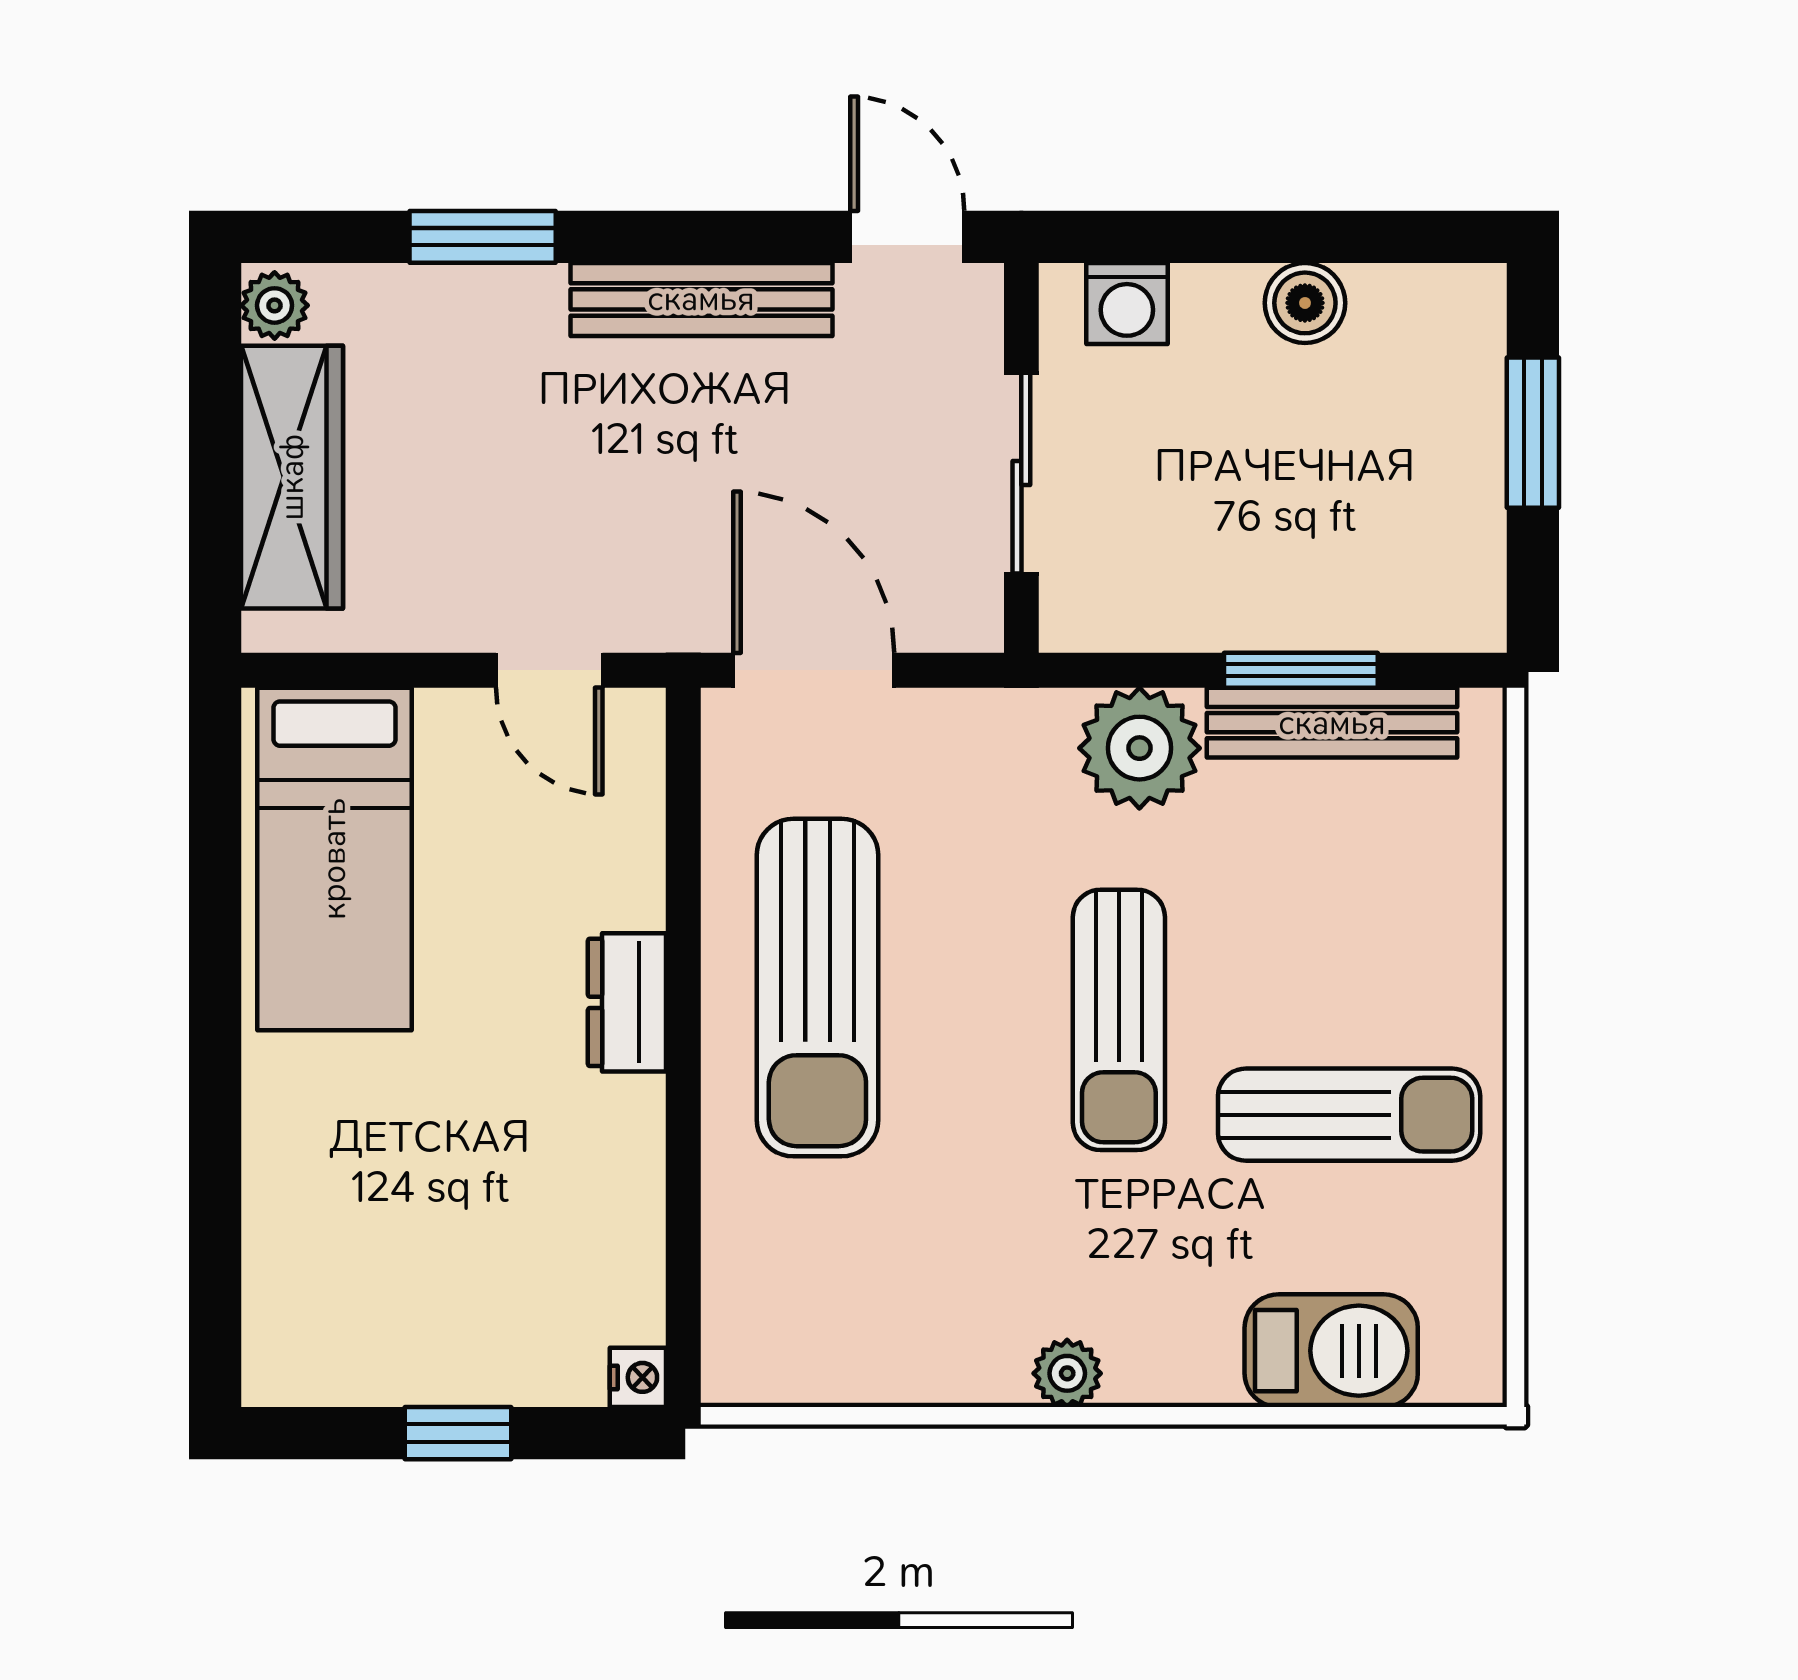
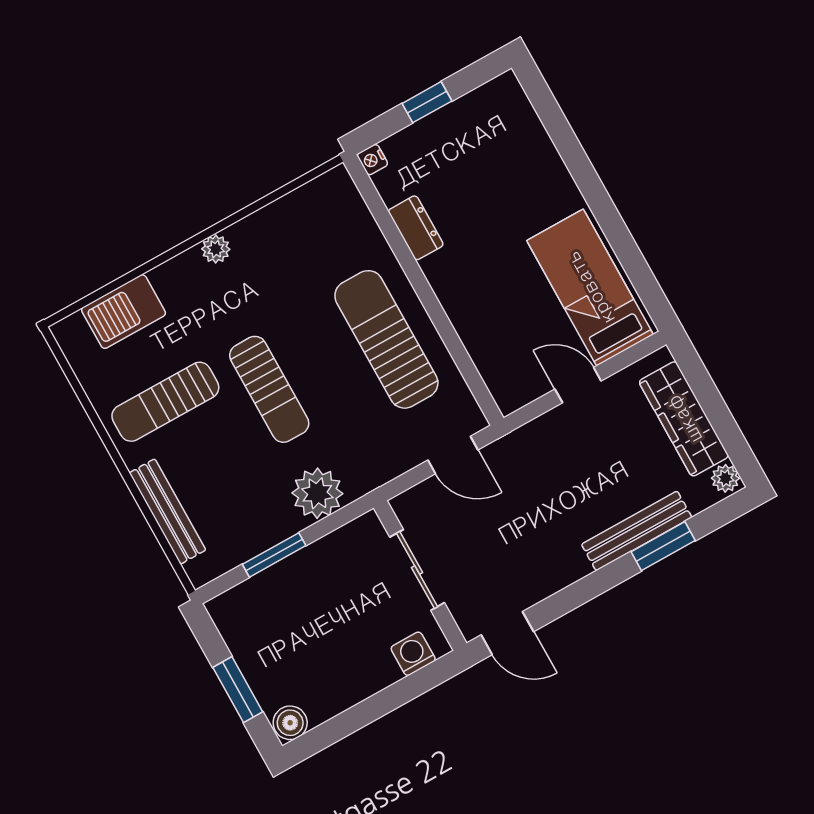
bench: (701, 299) -> (637, 531), moved
boiler: (1305, 303) -> (290, 723), moved
door: (549, 670) -> (578, 385), moved
door: (814, 670) -> (453, 455), width x0.73
bench: (1332, 723) -> (168, 511), moved, turned 90
dresser: (627, 1002) -> (416, 228), moved
sun lounger: (1119, 1020) -> (269, 389), turned 180

